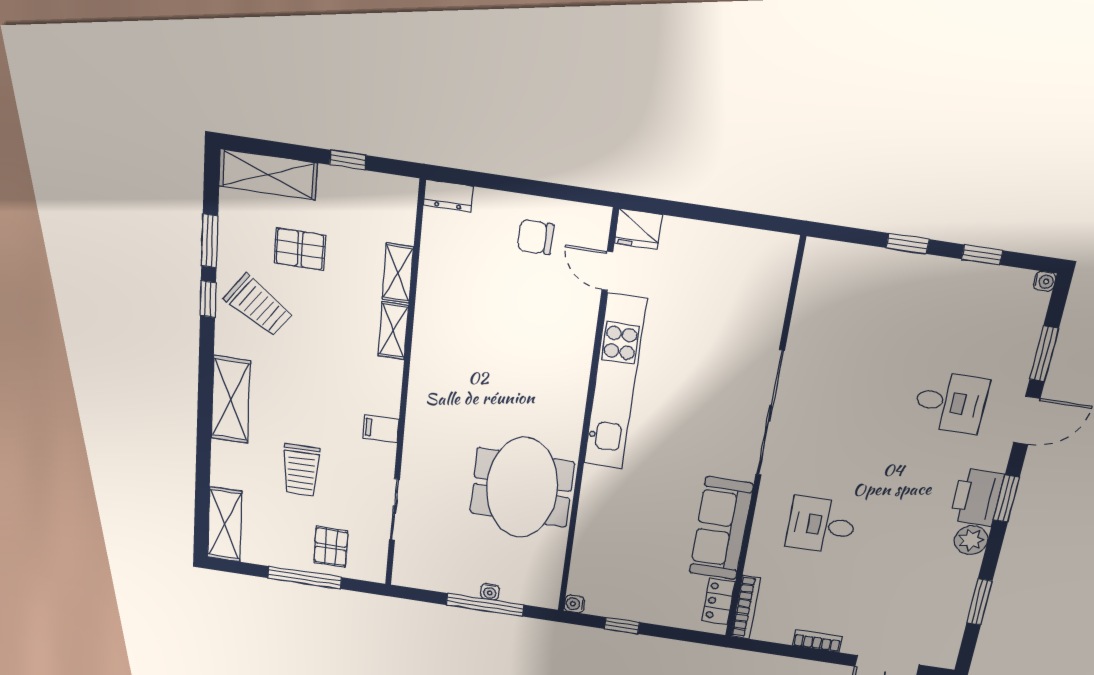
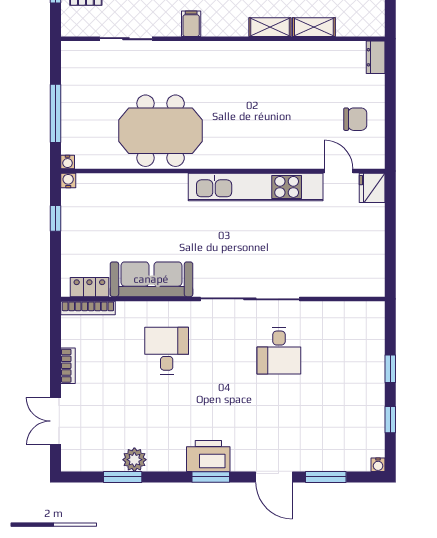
chair: (535, 237) -> (355, 119), turned 90
door: (607, 271) -> (339, 171), hinge flipped
desk: (951, 403) -> (279, 351), moved
plant: (971, 540) -> (134, 460), moved
water cooler: (490, 592) -> (68, 162), moved, turned -90

